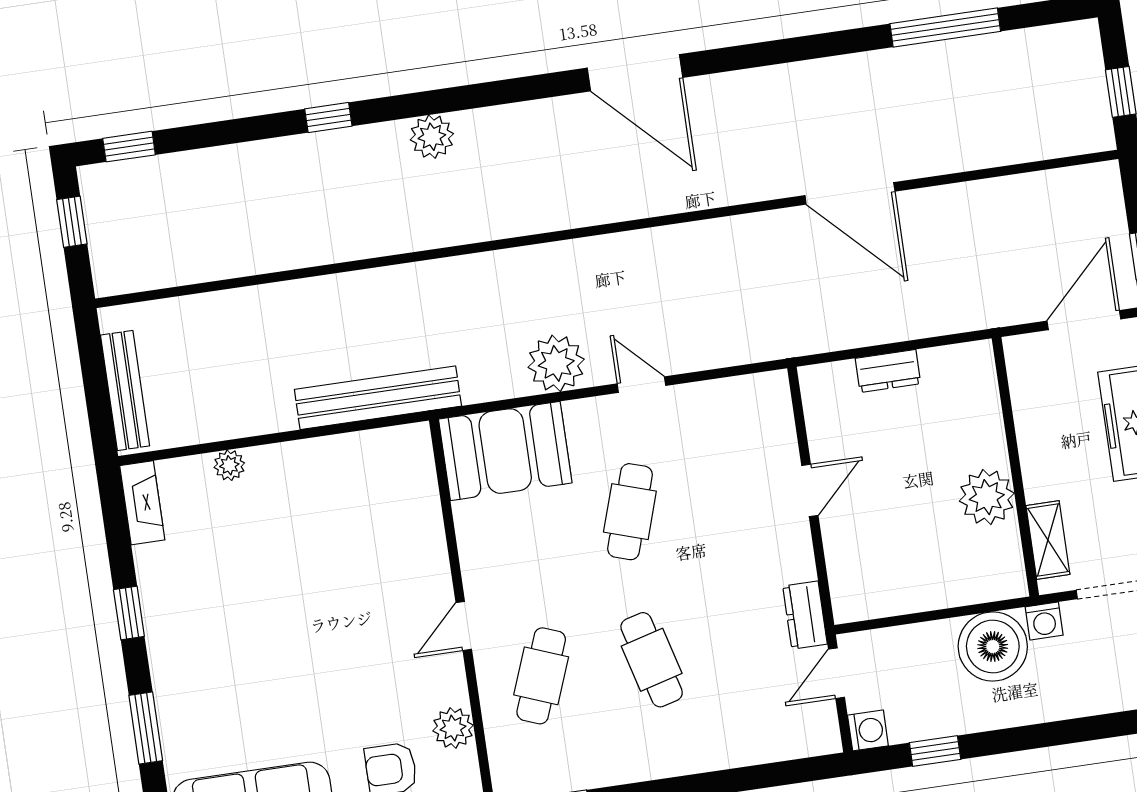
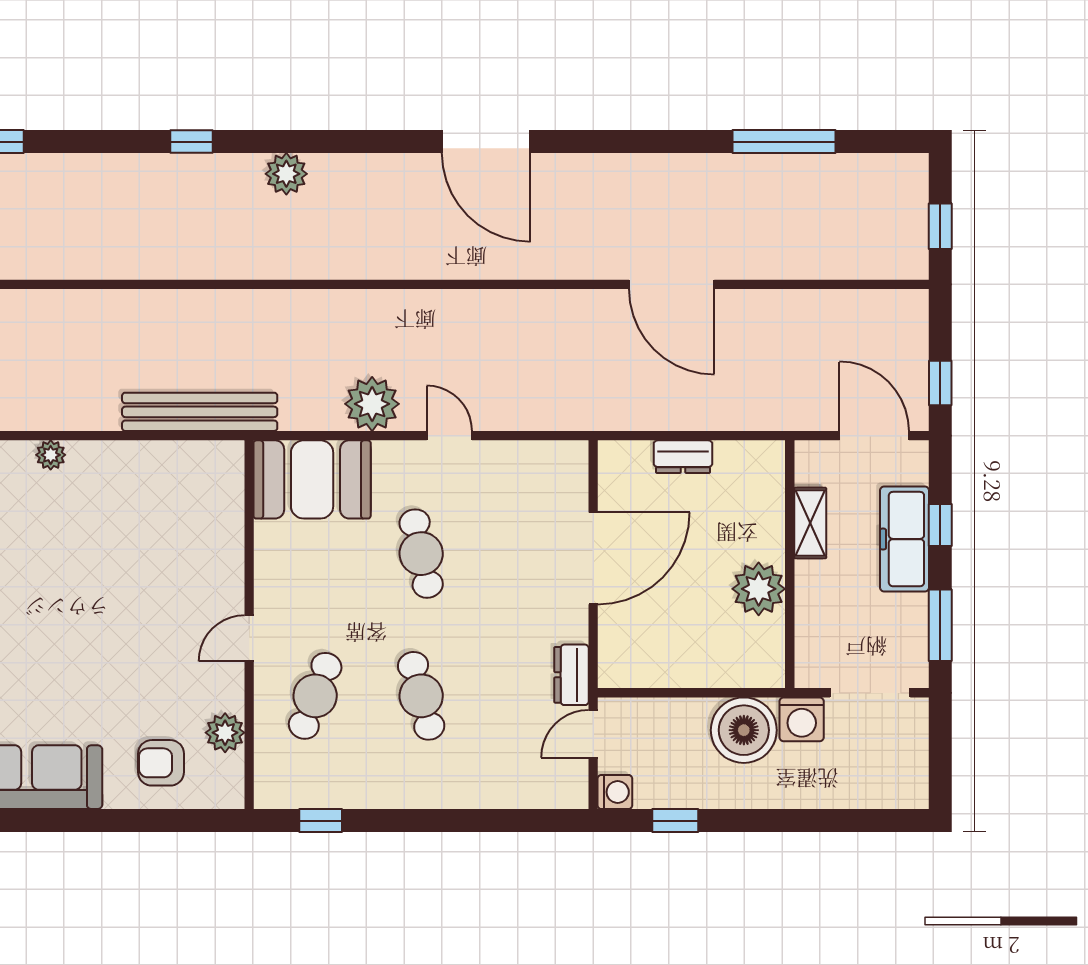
door: (1084, 320) -> (874, 436), hinge flipped
door: (810, 490) -> (593, 558), width x1.87
cafe table: (630, 512) -> (421, 554), turned -30
shelving: (1048, 540) -> (810, 523), moved
washing machine: (1044, 621) -> (802, 719), width x1.38, depth x1.38

